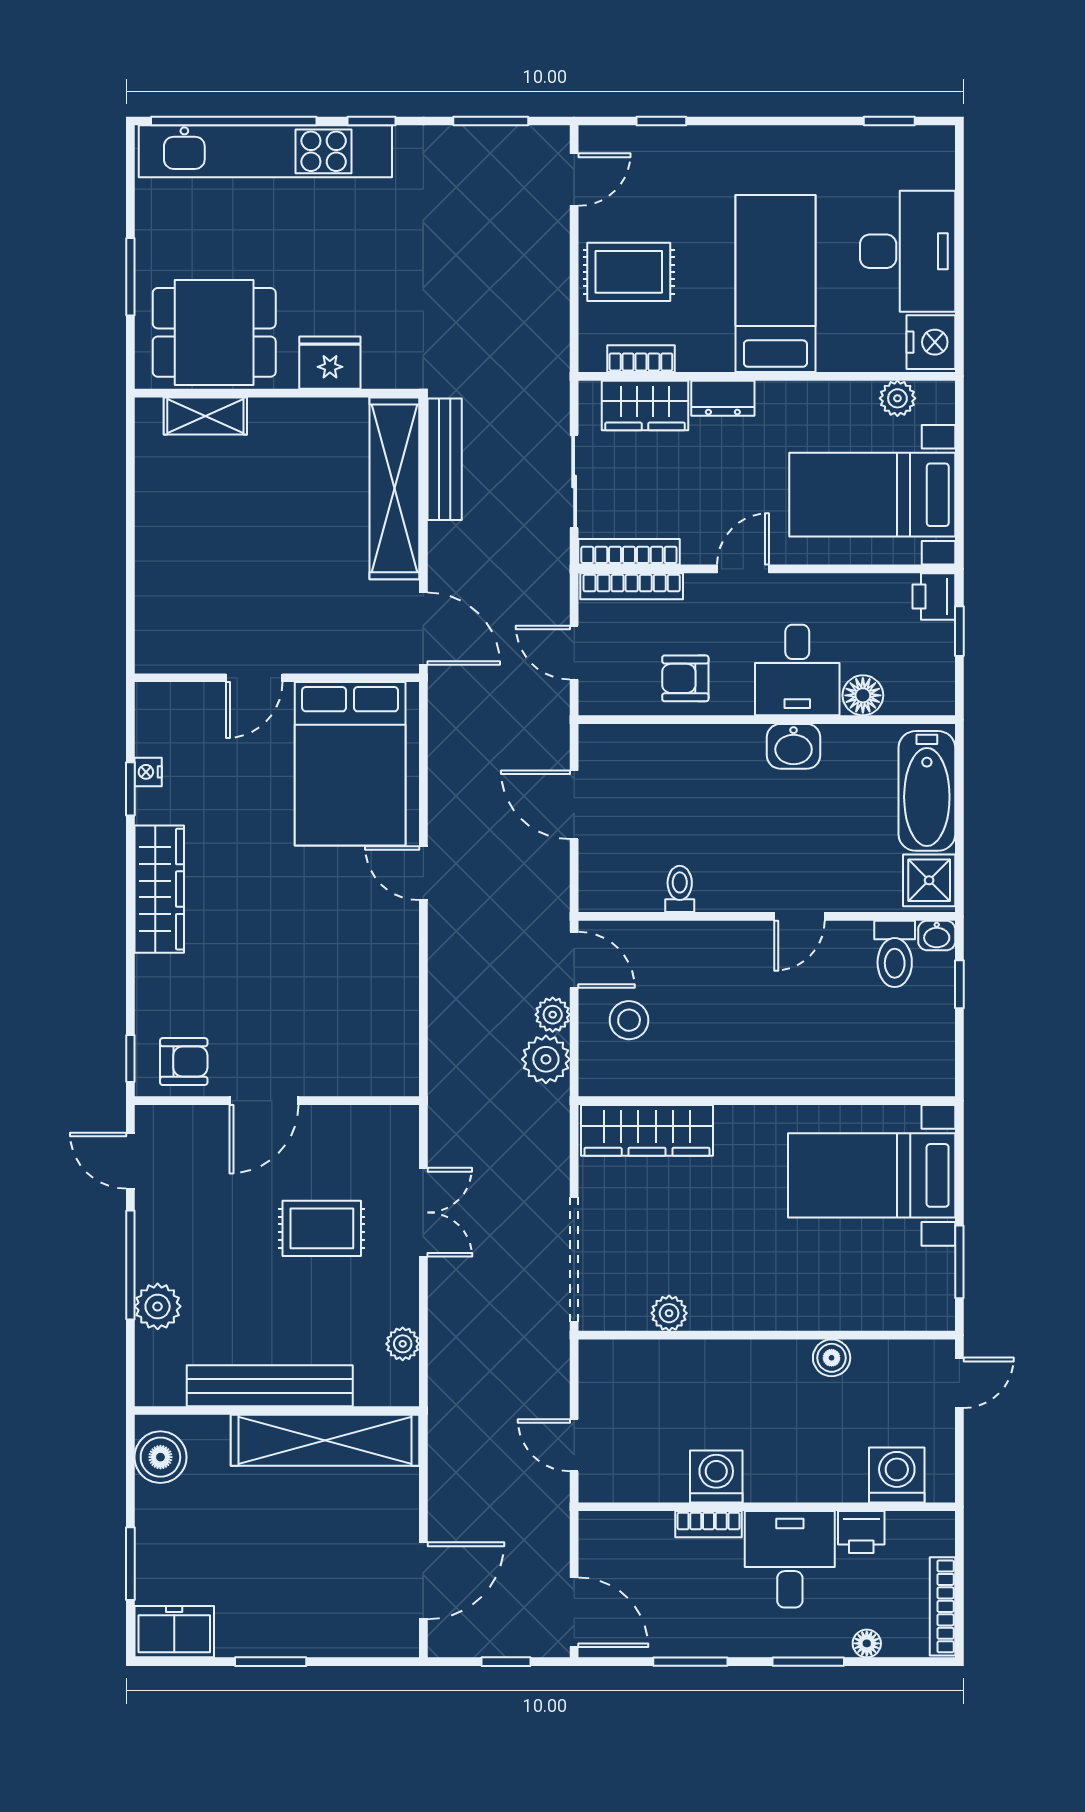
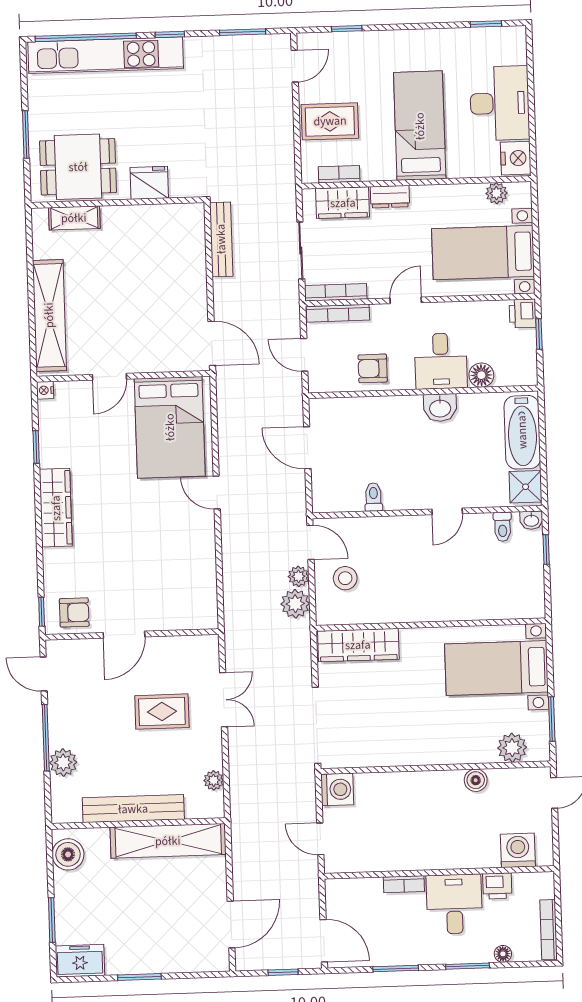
shelving: (394, 488) -> (49, 315), moved
nightstand: (148, 772) -> (45, 390), moved
toilet: (895, 954) -> (503, 527), width x0.73, depth x0.72
plant: (669, 1313) -> (512, 748), moved, width x1.38, depth x1.38
washing machine: (716, 1476) -> (337, 789), moved, turned 90

